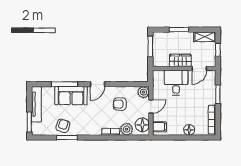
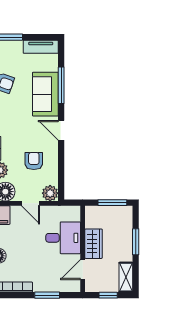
door: (199, 68) -> (83, 270), hinge flipped
tv unit: (36, 104) -> (41, 47), width x0.71

